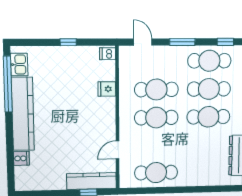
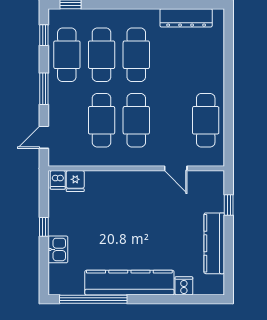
kitchen sink: (19, 64) -> (58, 249), moved, turned 90
fridge: (107, 89) -> (75, 181), moved
kitchen counter: (92, 181) -> (214, 243), moved

